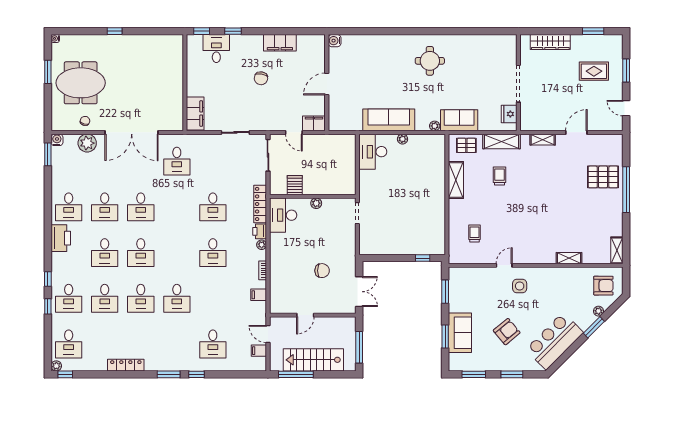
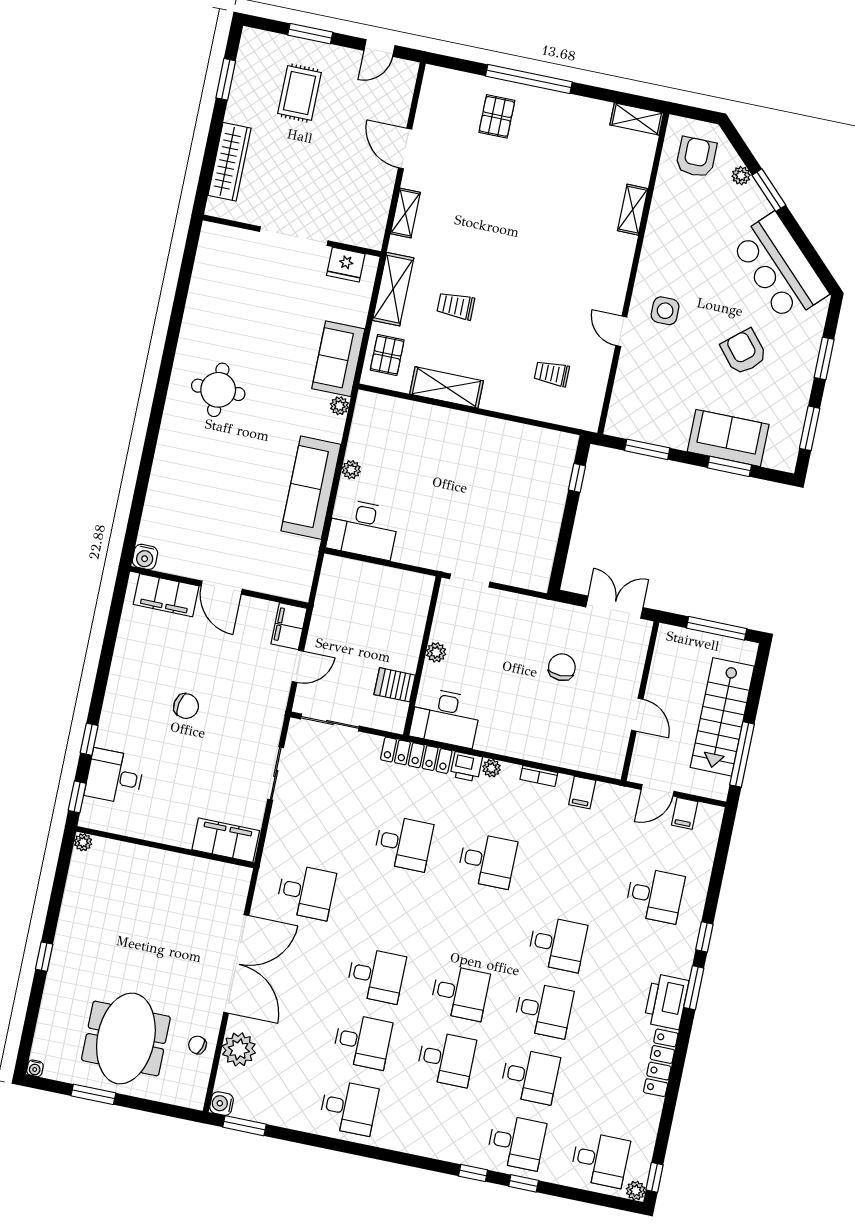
plant: (179, 39) -> (83, 842), added
filing cabinet: (280, 43) -> (166, 595), moved, turned 90
pallet: (603, 177) -> (497, 116), width x0.67, depth x0.71
printer: (61, 238) -> (666, 1002), moved, turned -90

